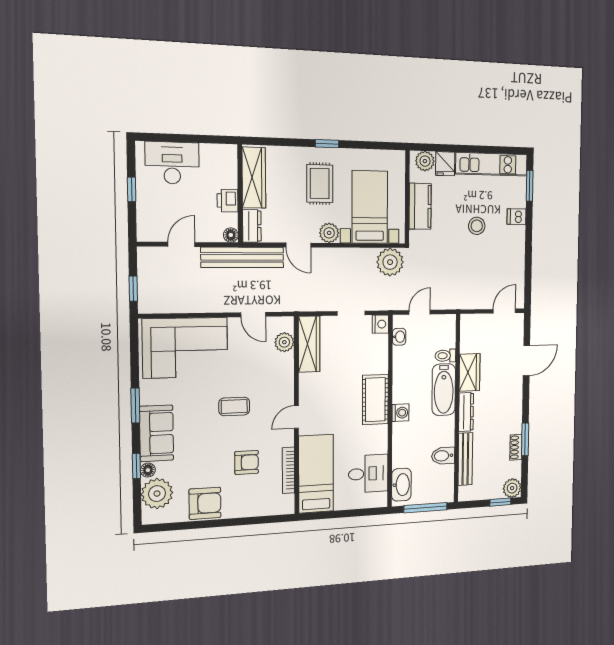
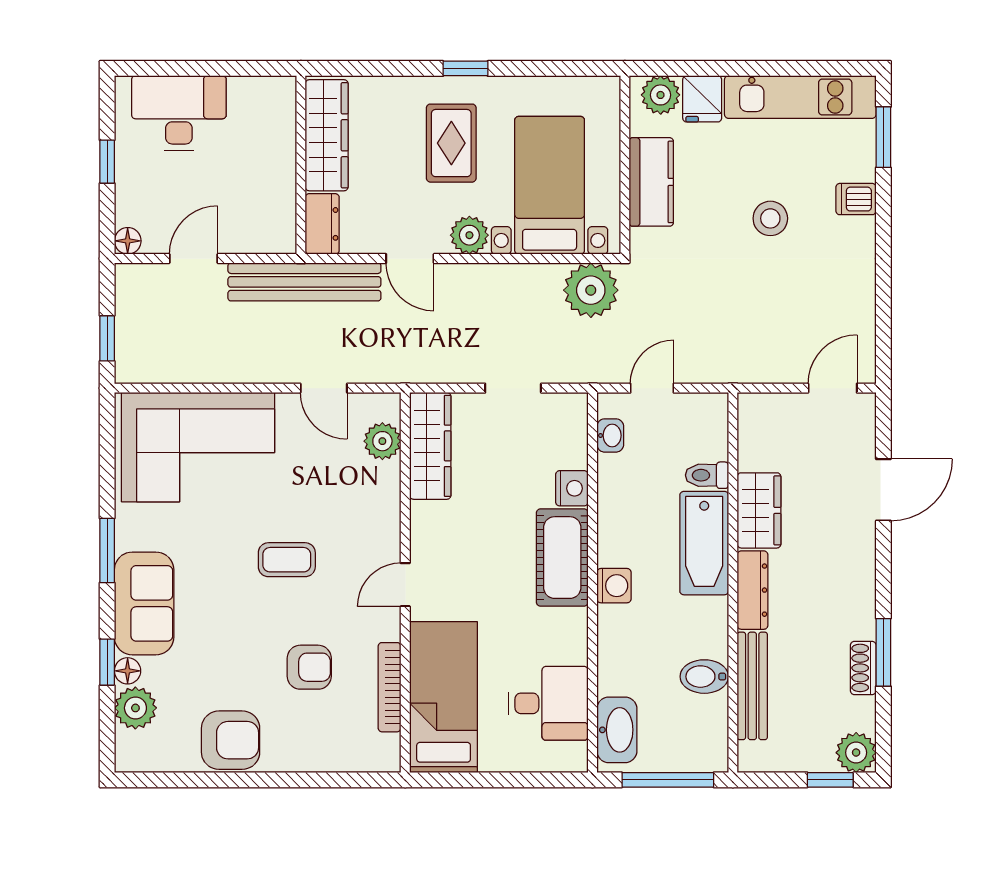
printer: (228, 201) -> (278, 178), removed
floor lamp: (231, 235) -> (128, 241), moved
nightstand: (380, 324) -> (572, 488), moved
plant: (157, 494) -> (135, 708), width x0.73, depth x0.73

